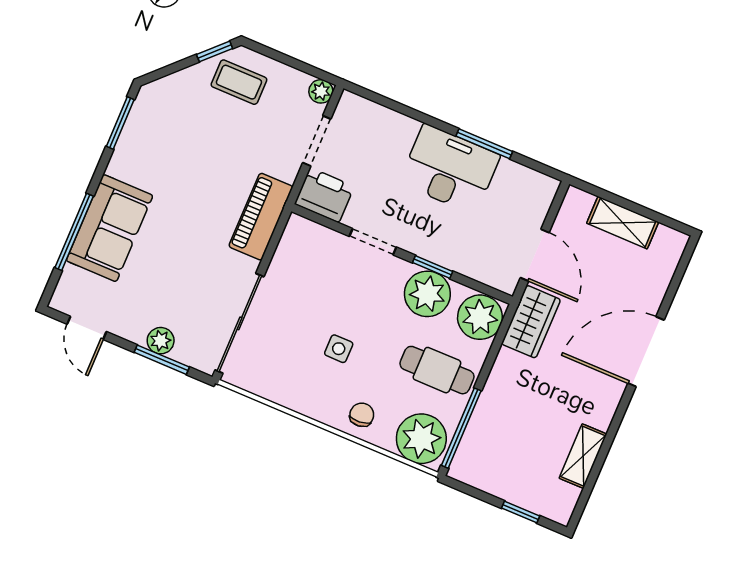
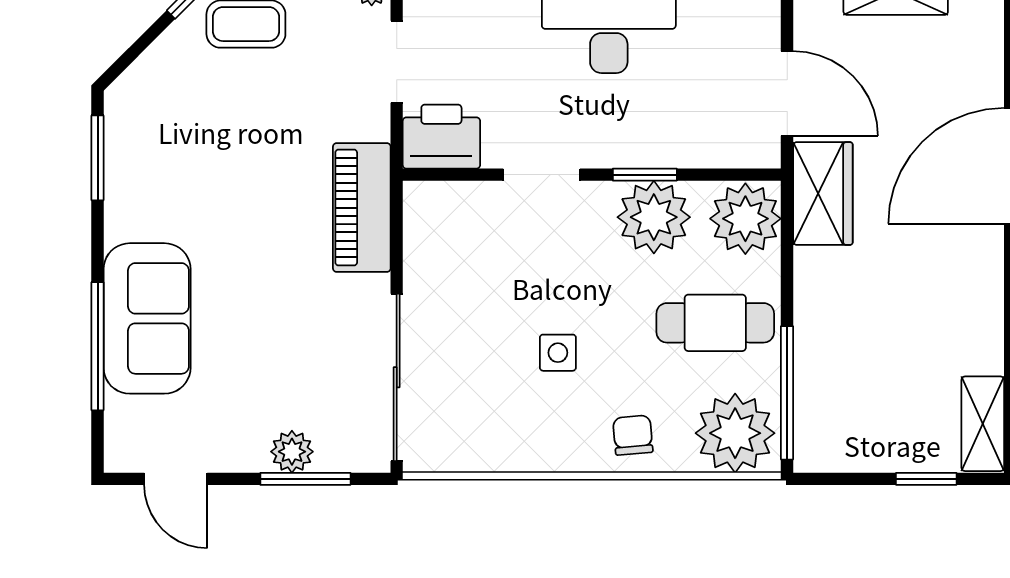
shelving: (583, 456) -> (983, 424), moved

